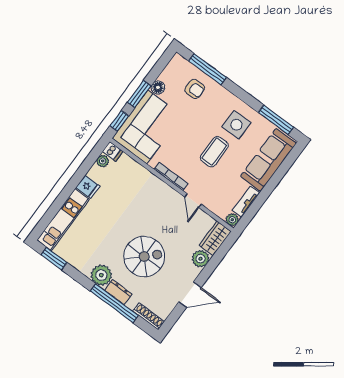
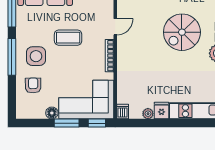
window: (207, 69) -> (12, 57), moved
side table: (236, 125) -> (36, 56), moved
plant: (103, 161) -> (148, 114), moved
spiral stairs: (144, 257) -> (182, 32), turned -90

